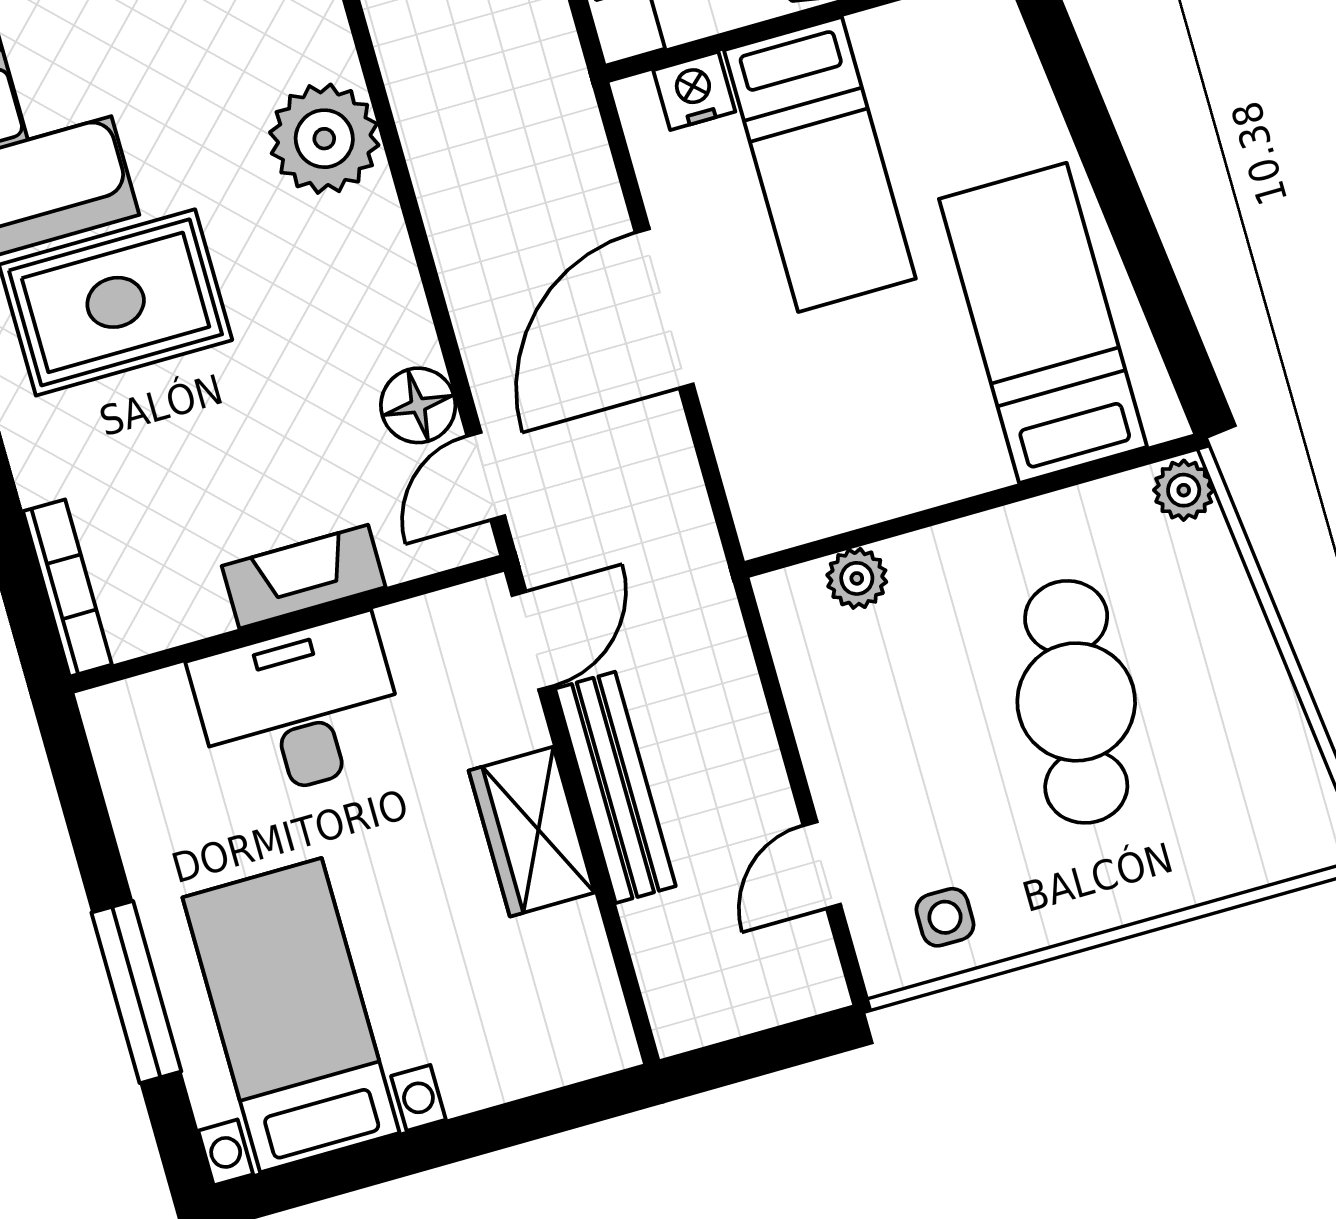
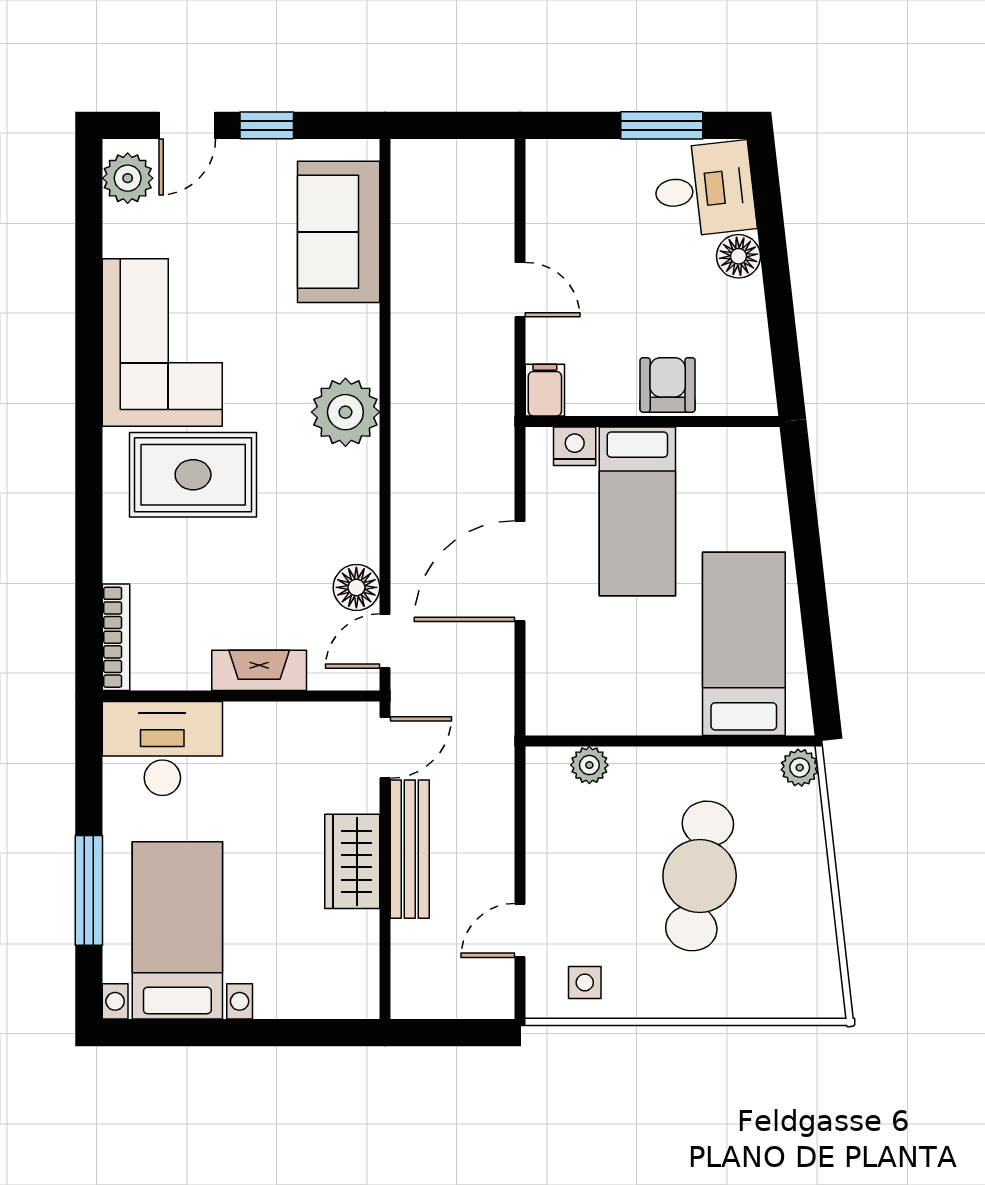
desk: (299, 709) -> (162, 749), moved

